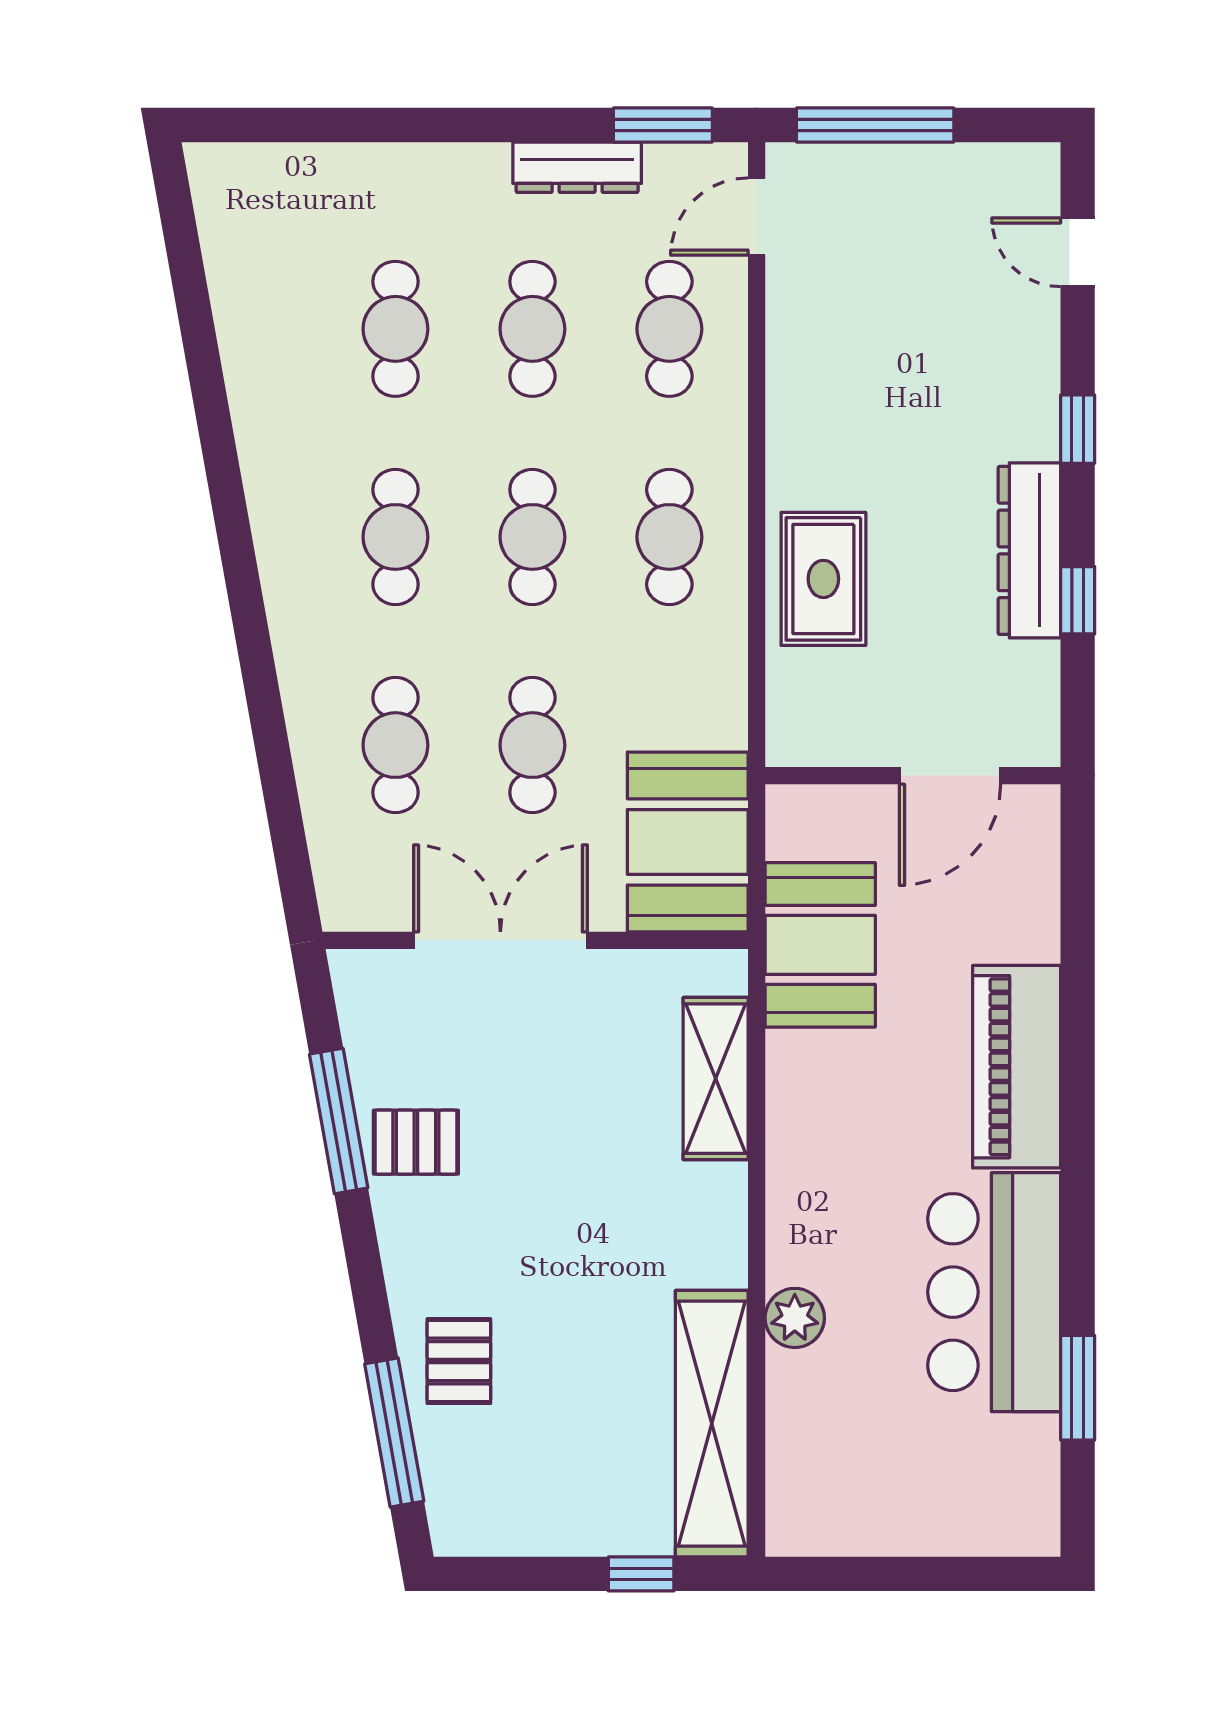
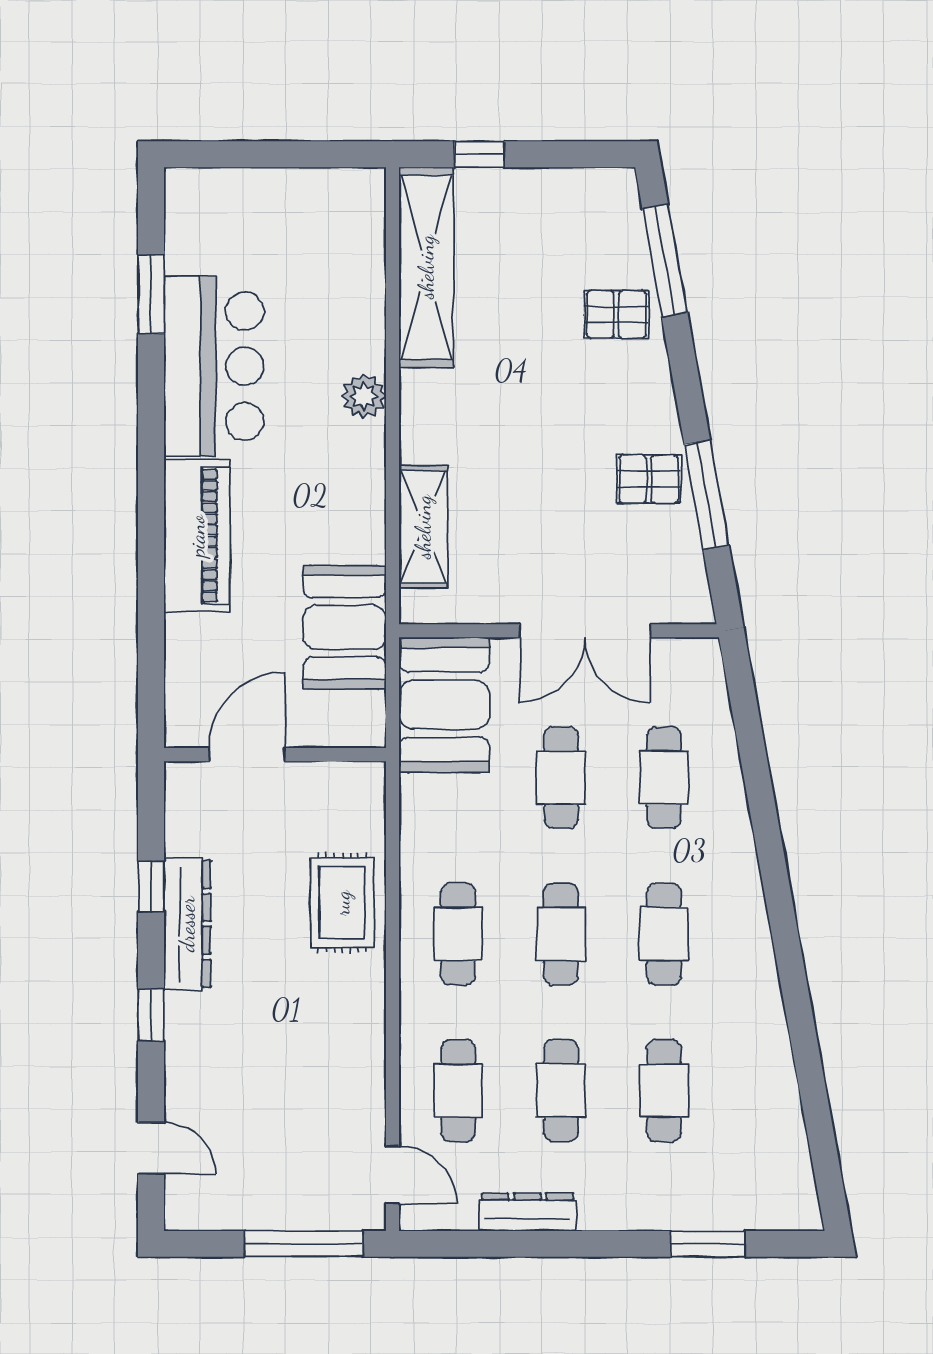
window: (663, 125) -> (708, 1244), moved
door: (757, 217) -> (392, 1175), hinge flipped
plant: (795, 1318) -> (364, 396), moved
pallet: (459, 1361) -> (616, 314), turned 90

